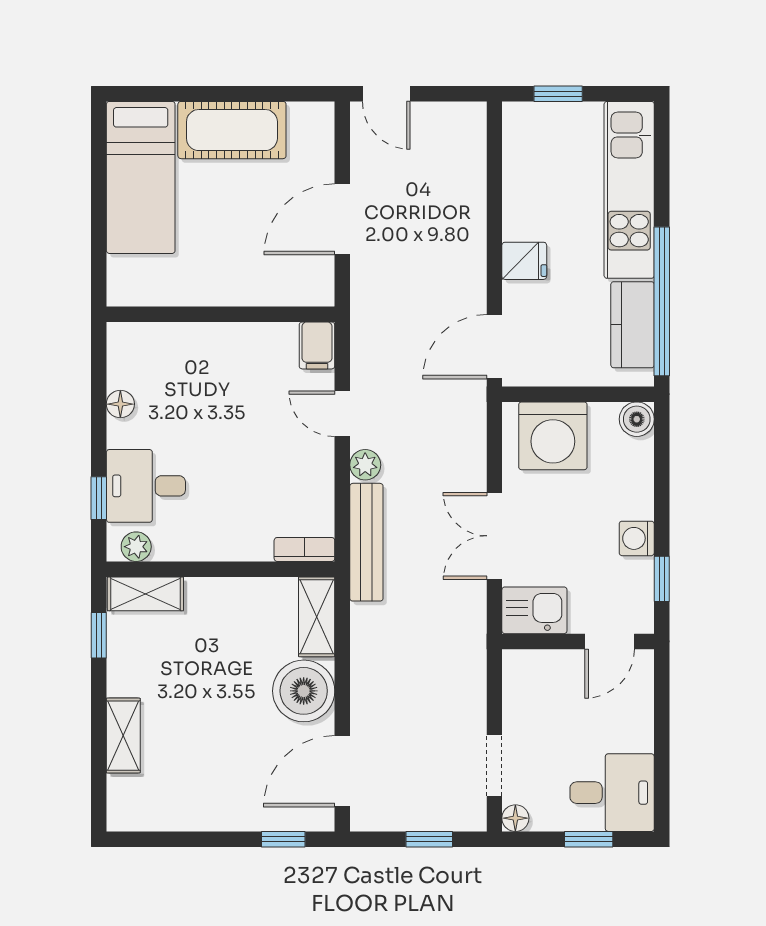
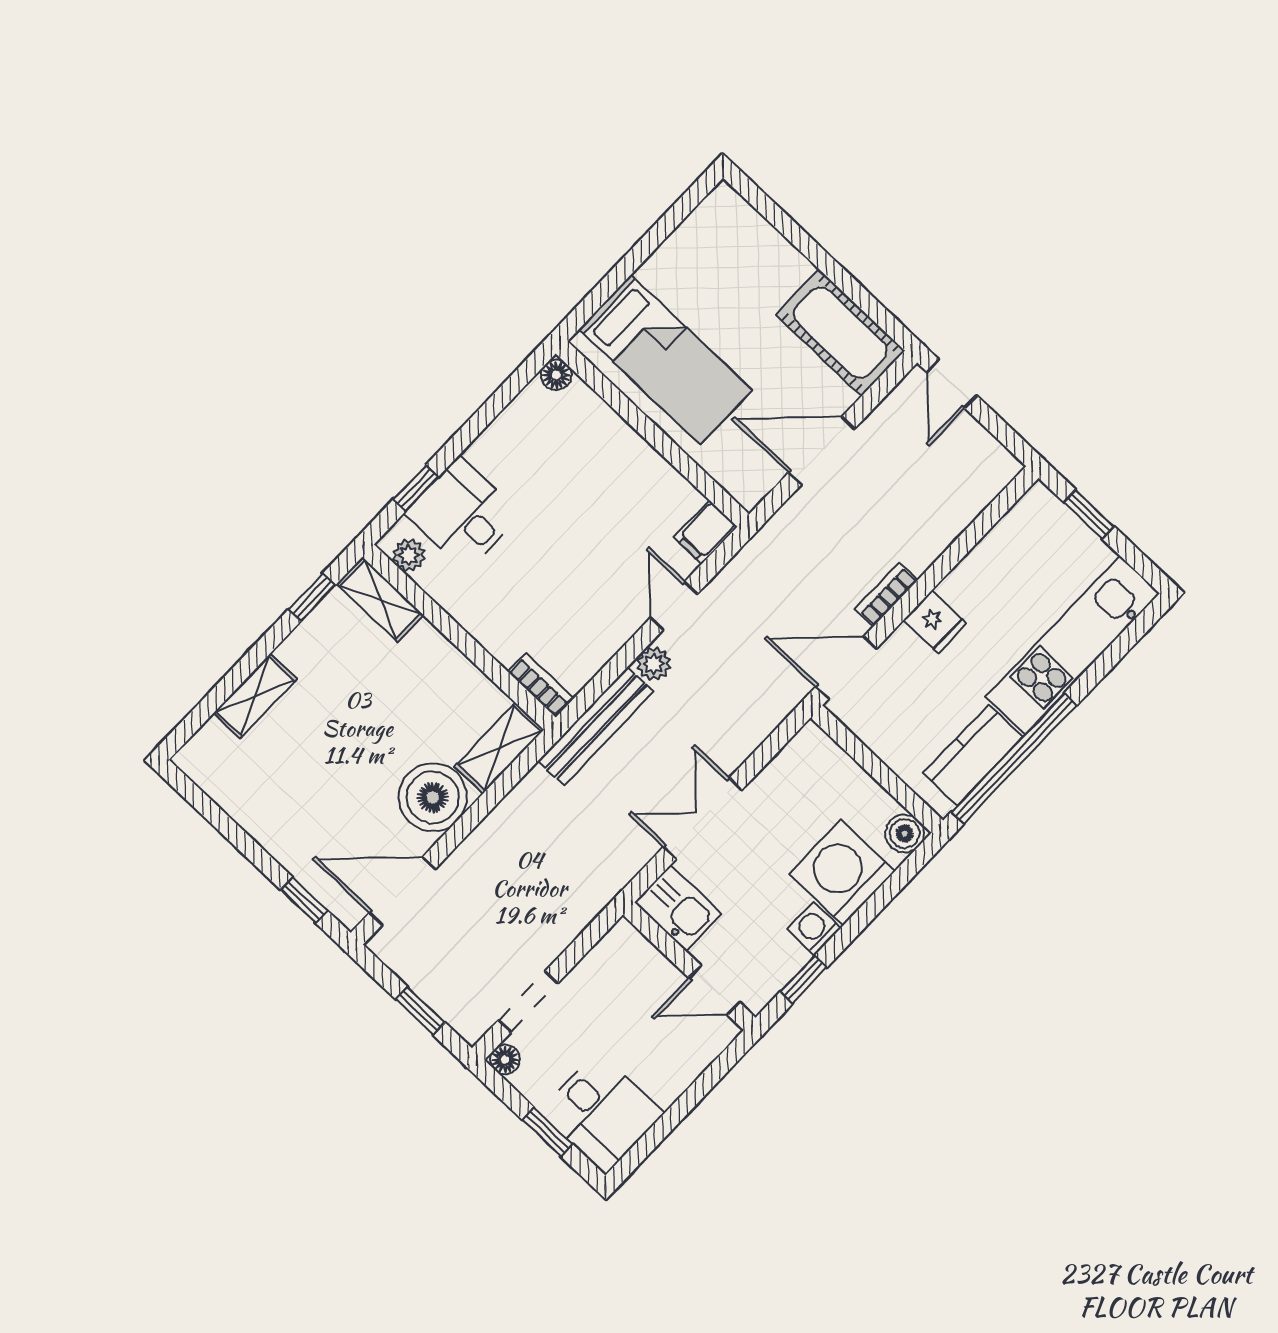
cot: (232, 130) -> (840, 333), moved
bed: (141, 177) -> (665, 360), moved, turned -90
bookcase: (475, 273) -> (886, 595), added
floor lamp: (120, 404) -> (556, 375), moved
washing machine: (553, 436) -> (842, 873), moved, turned 90

